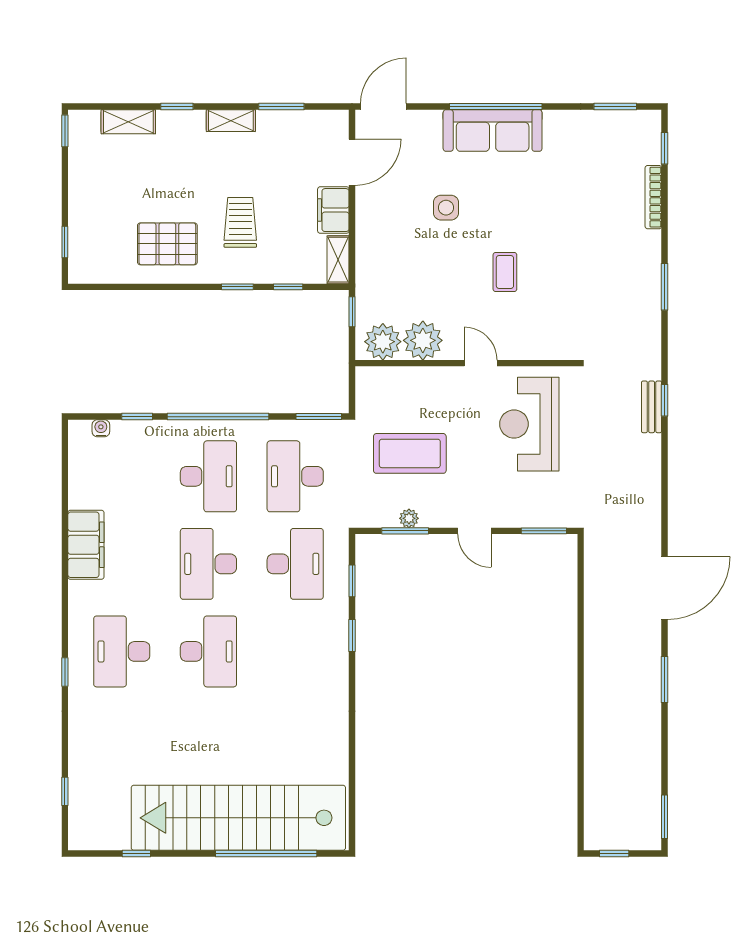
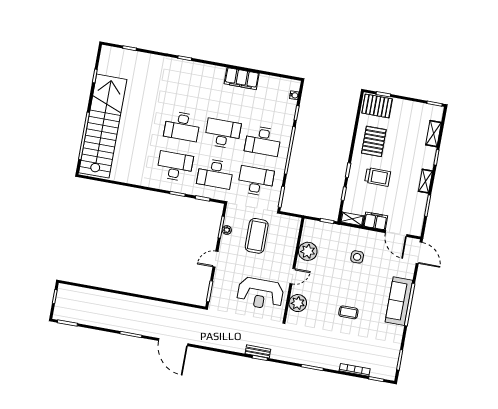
side table: (446, 208) -> (357, 257), moved
pallet: (92, 251) -> (377, 106), added
coffee table: (505, 272) -> (348, 312), moved
plant: (383, 342) -> (298, 303), moved
reception desk: (529, 424) -> (260, 294), turned 180
desk: (122, 651) -> (175, 166), moved

